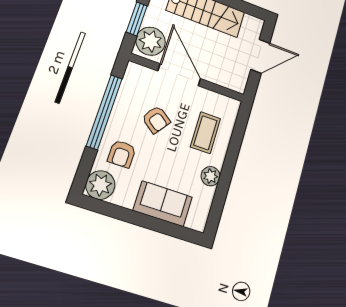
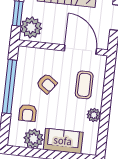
door: (179, 75) -> (80, 50), moved
plant: (100, 185) -> (34, 139), moved

